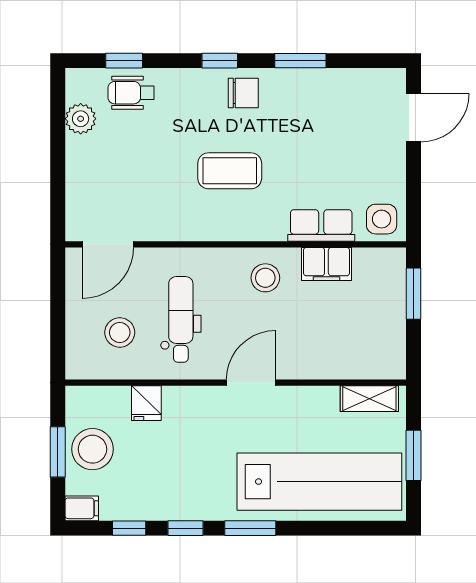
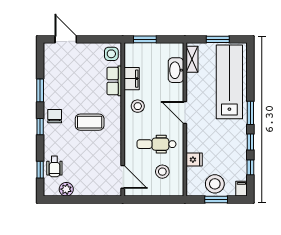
coffee table: (230, 171) -> (90, 122), turned 90
washbasin: (345, 363) -> (176, 70), added

